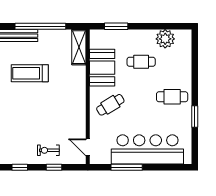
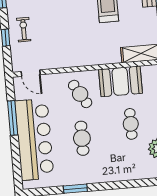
cafe table: (172, 97) -> (82, 138), moved
door: (88, 147) -> (31, 73), swing flipped

